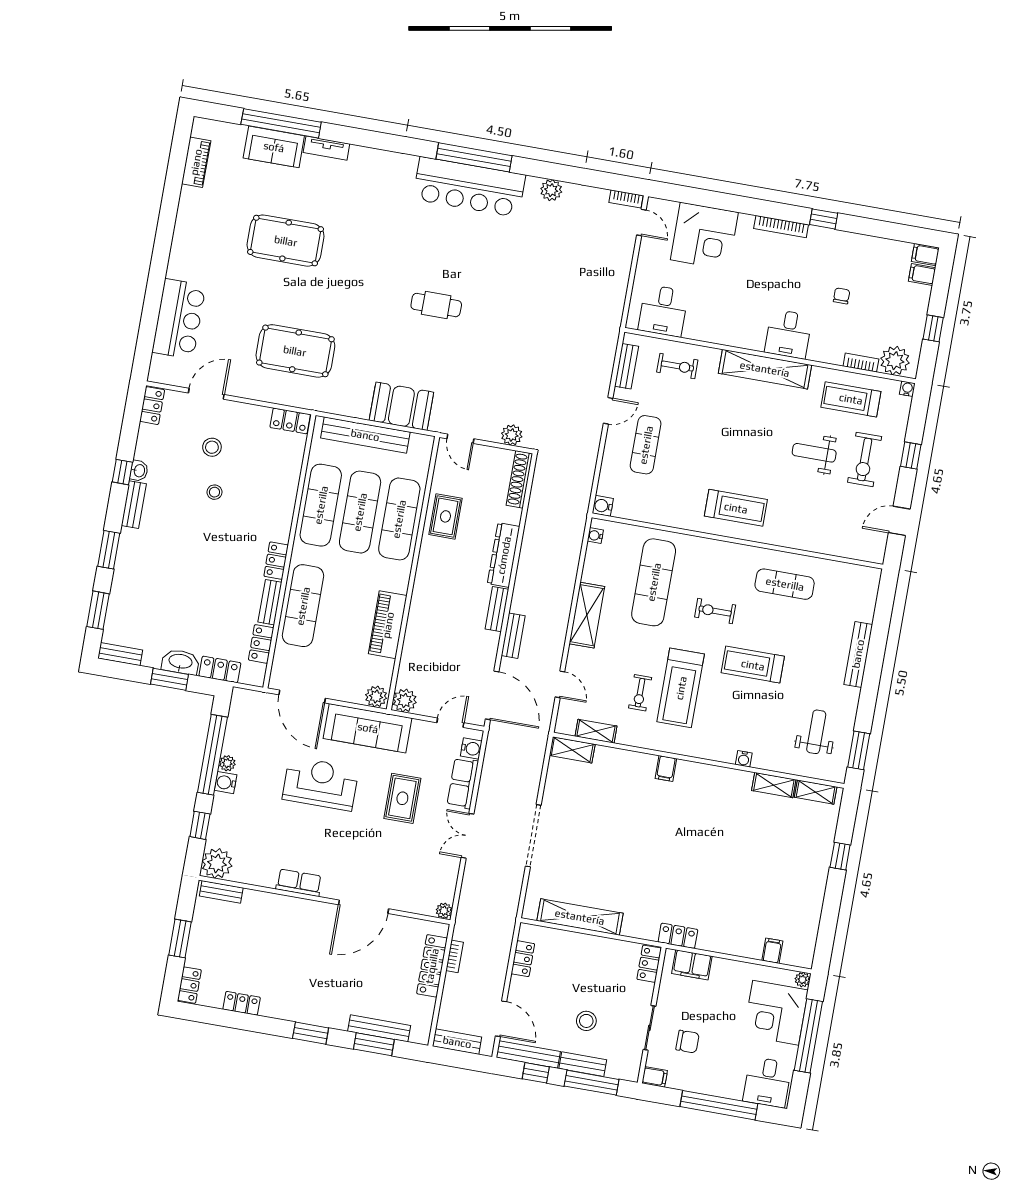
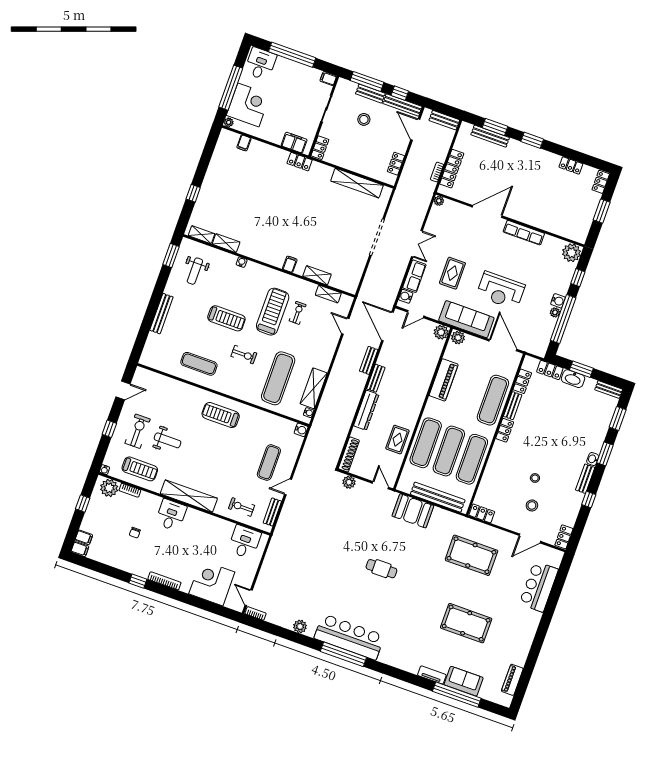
washbasin: (139, 471) -> (593, 459), moved
shelving: (587, 615) -> (314, 388), moved
shelving: (572, 750) -> (317, 275), moved
row of seats: (299, 883) -> (524, 233), width x1.48
bench: (221, 892) -> (572, 235), removed
chair: (688, 1042) -> (305, 97), removed

